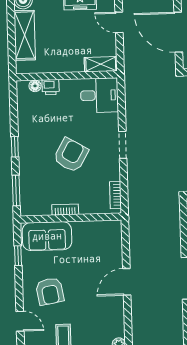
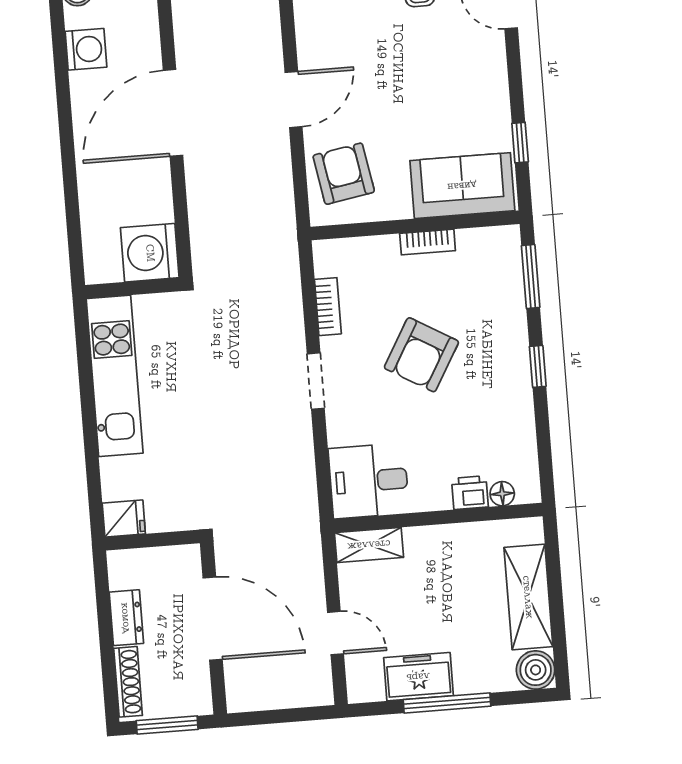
bookcase: (115, 195) -> (328, 307), moved
armchair: (50, 291) -> (344, 174), moved

